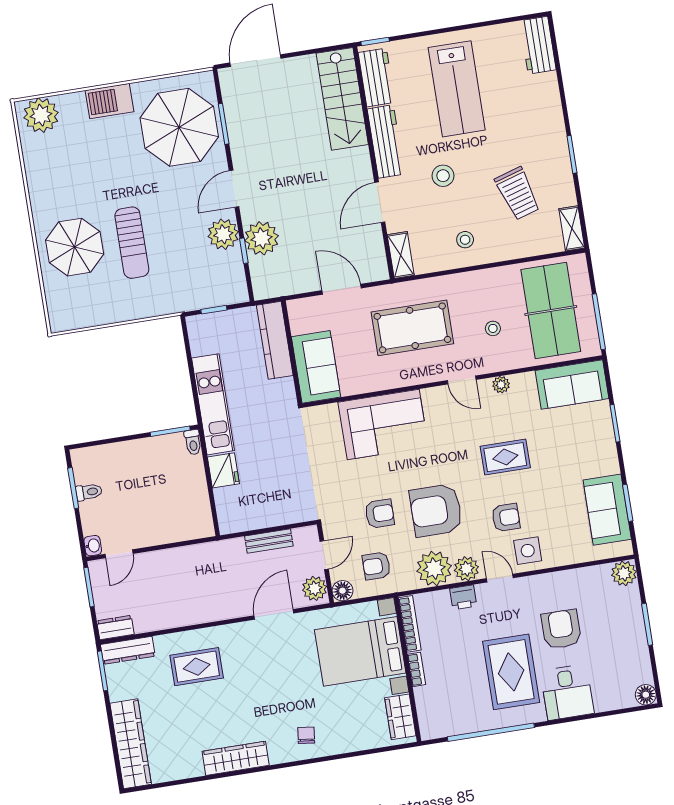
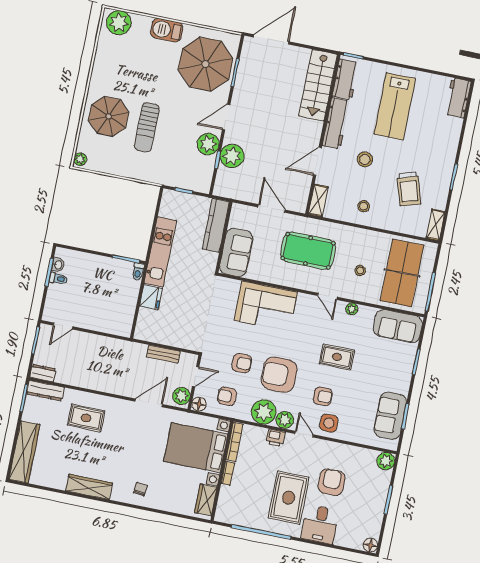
plant: (58, 319) -> (80, 159), added
washbasin: (93, 546) -> (58, 265), moved

